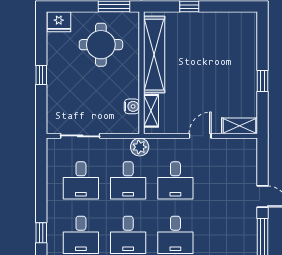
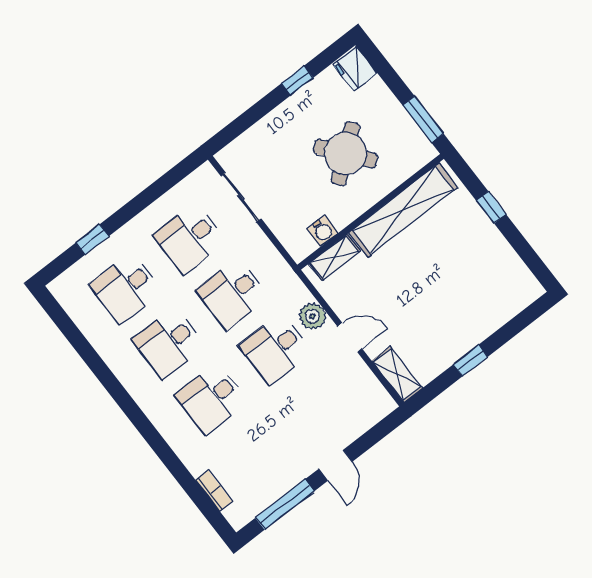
round table: (101, 45) -> (346, 154), moved, turned -38
window: (41, 75) -> (297, 81), moved
plant: (140, 147) -> (312, 316), moved

